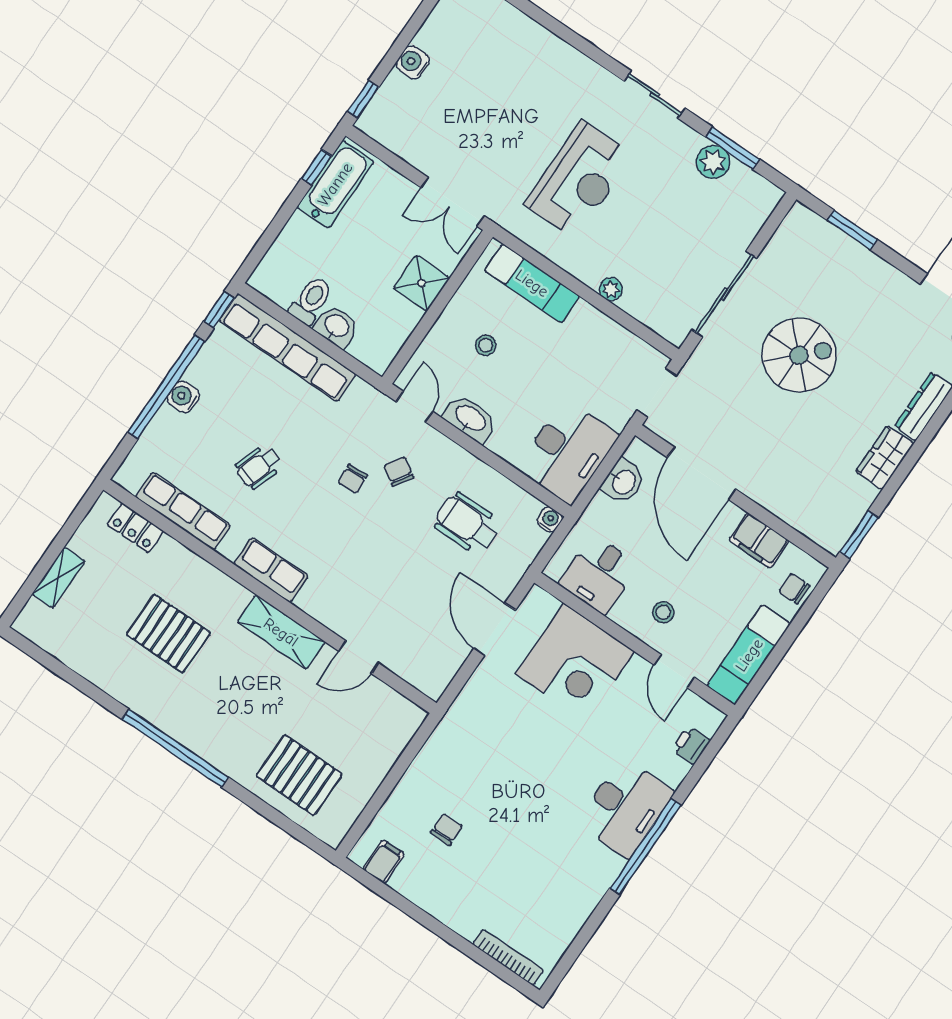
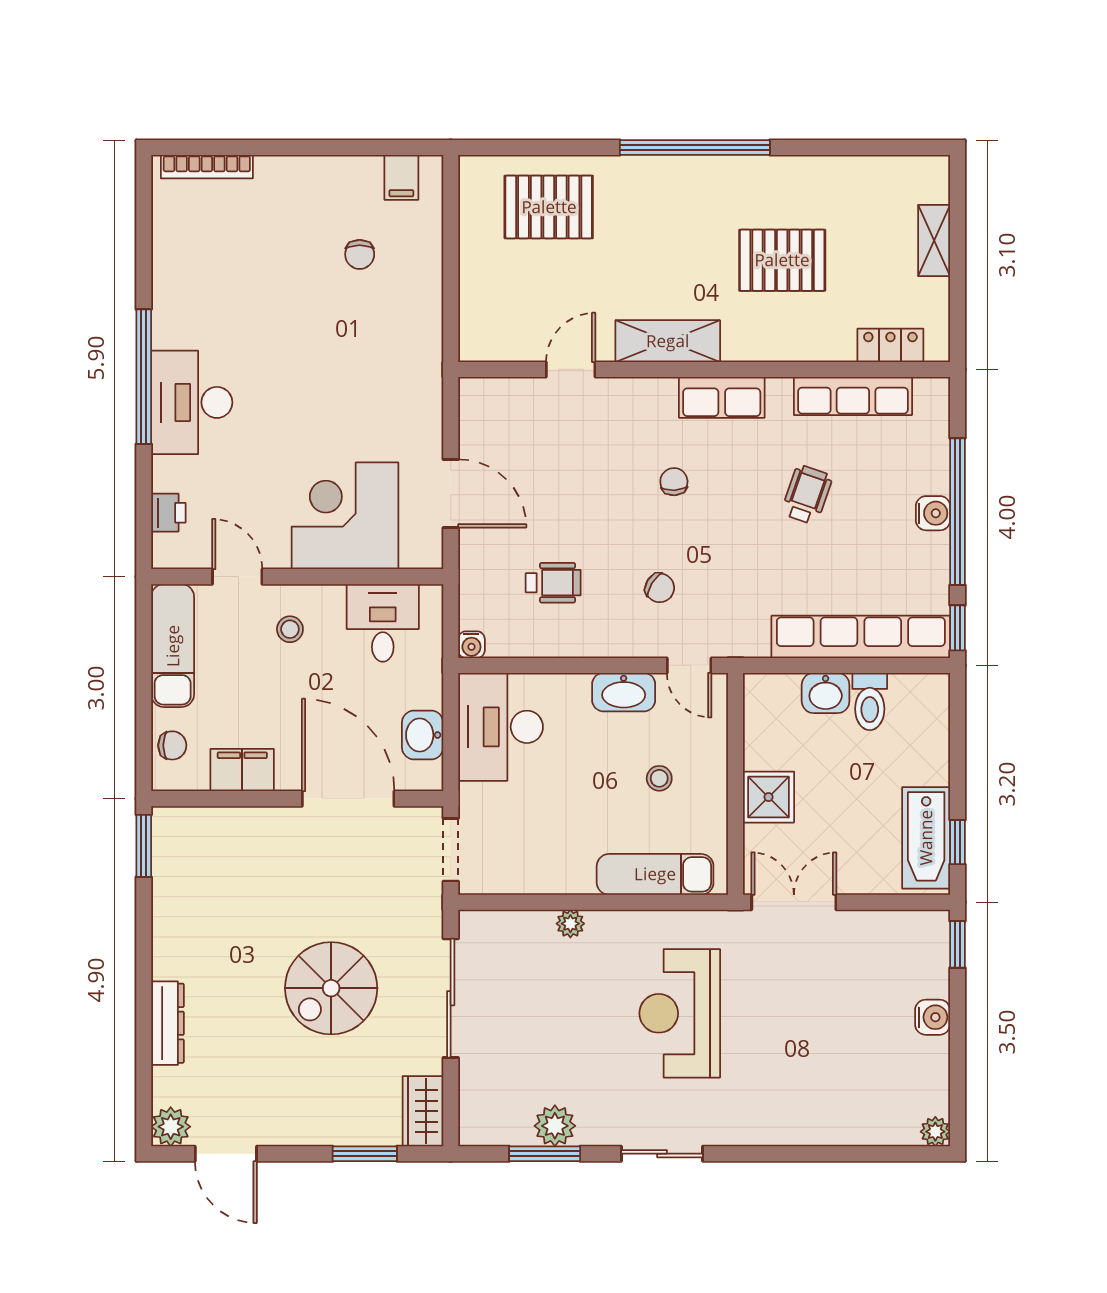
wardrobe: (885, 458) -> (423, 1111), moved, turned 180
chair: (353, 479) -> (674, 482), moved
wheelchair: (467, 523) -> (553, 583), width x0.73, depth x0.73

